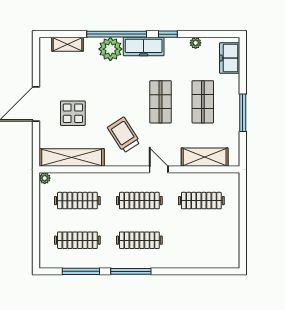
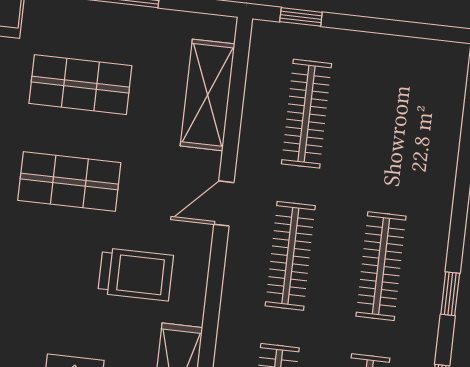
trolley: (124, 135) -> (136, 274), turned -147
window: (243, 193) -> (301, 17), added
window: (131, 271) -> (450, 294), width x0.46

